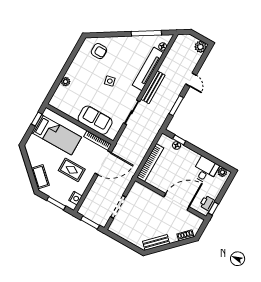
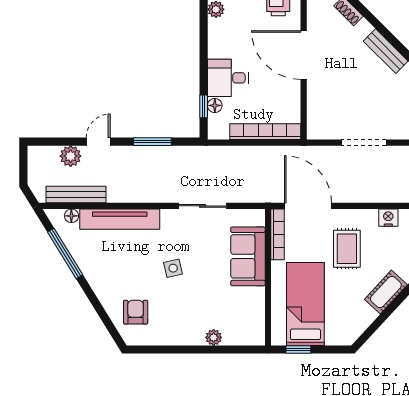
plant: (200, 47) -> (71, 156), moved
bench: (153, 87) -> (76, 195), moved
desk: (205, 170) -> (228, 78), moved

